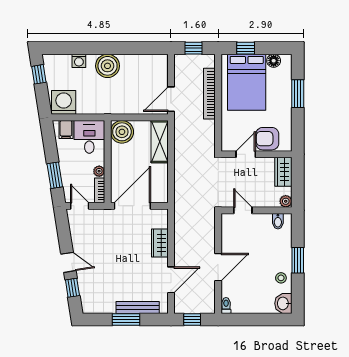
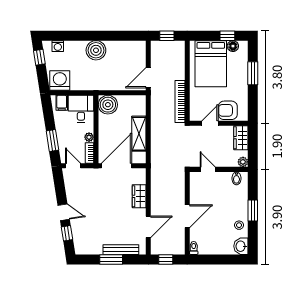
window: (246, 48) -> (227, 36), moved
washing machine: (79, 61) -> (58, 46), moved
bookcase: (209, 94) -> (180, 101), moved
shelving: (160, 142) -> (139, 134), moved

